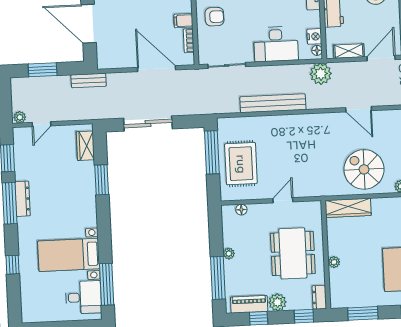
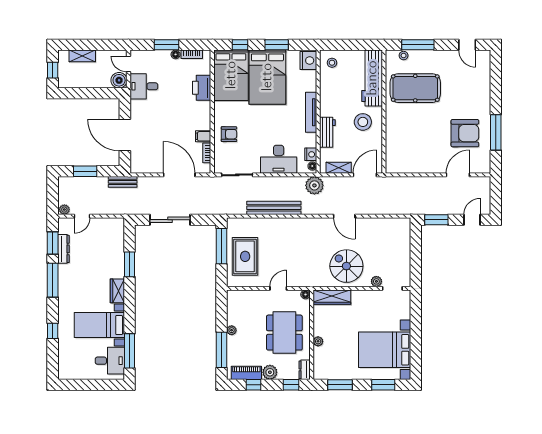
wardrobe: (85, 146) -> (117, 291), moved
dresser: (22, 199) -> (63, 249), moved
floor lamp: (241, 210) -> (305, 294), moved

